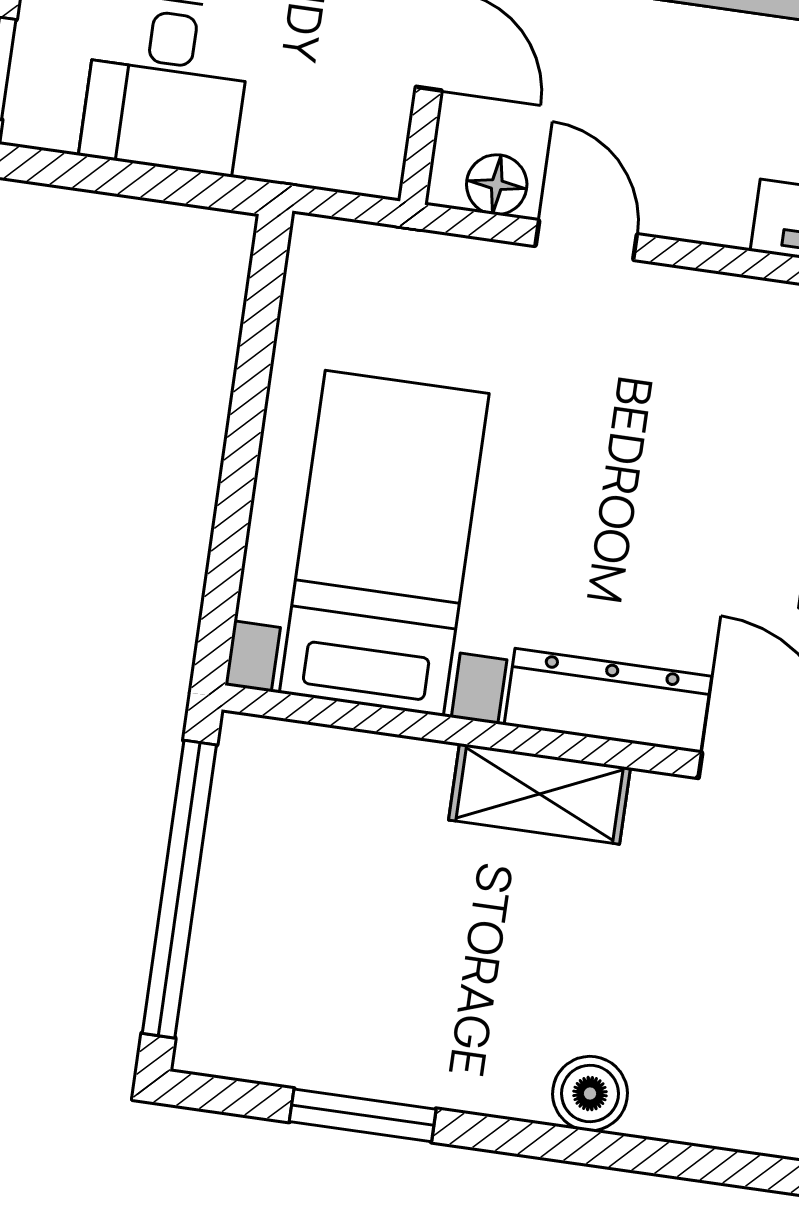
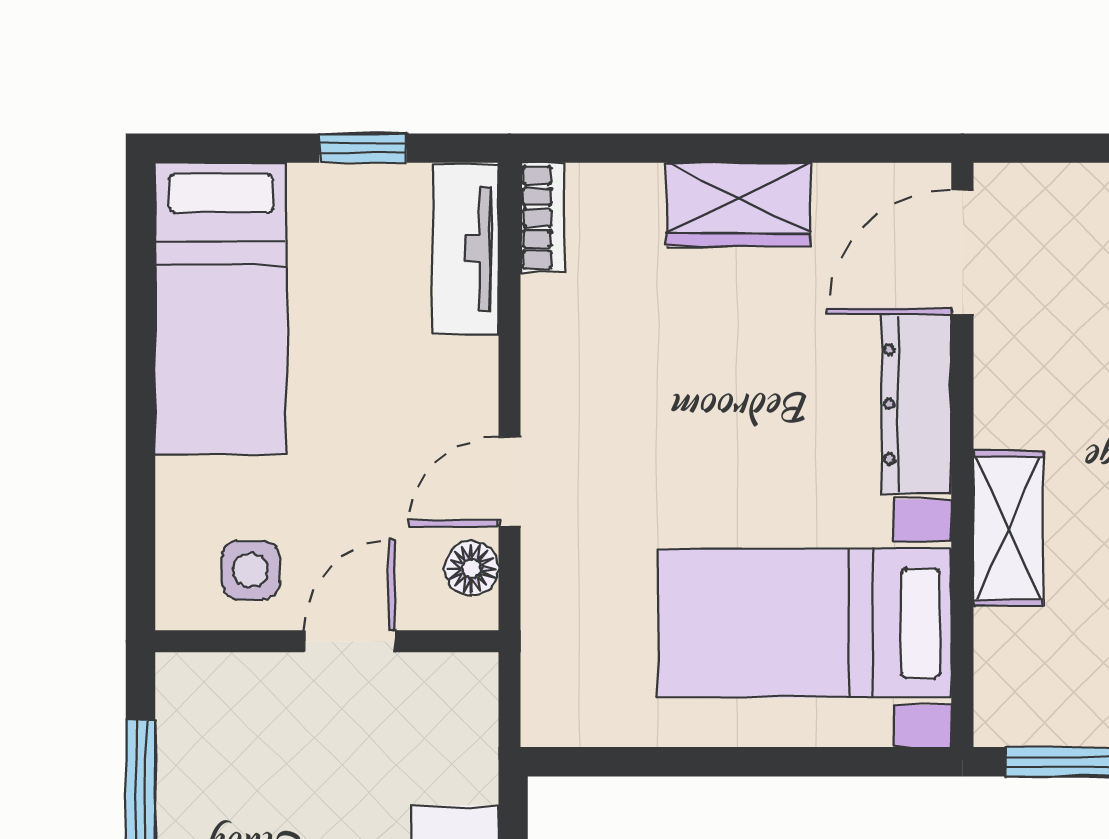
shelving: (540, 794) -> (1008, 528), moved

